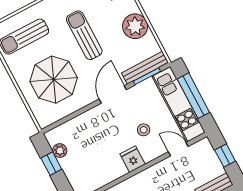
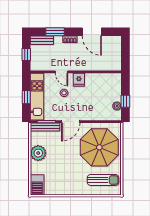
sun lounger: (84, 35) -> (69, 163), removed
parasol: (54, 80) -> (99, 147), width x1.36, depth x1.36
window: (193, 96) -> (26, 97), width x0.46
door: (178, 149) -> (61, 72), moved

